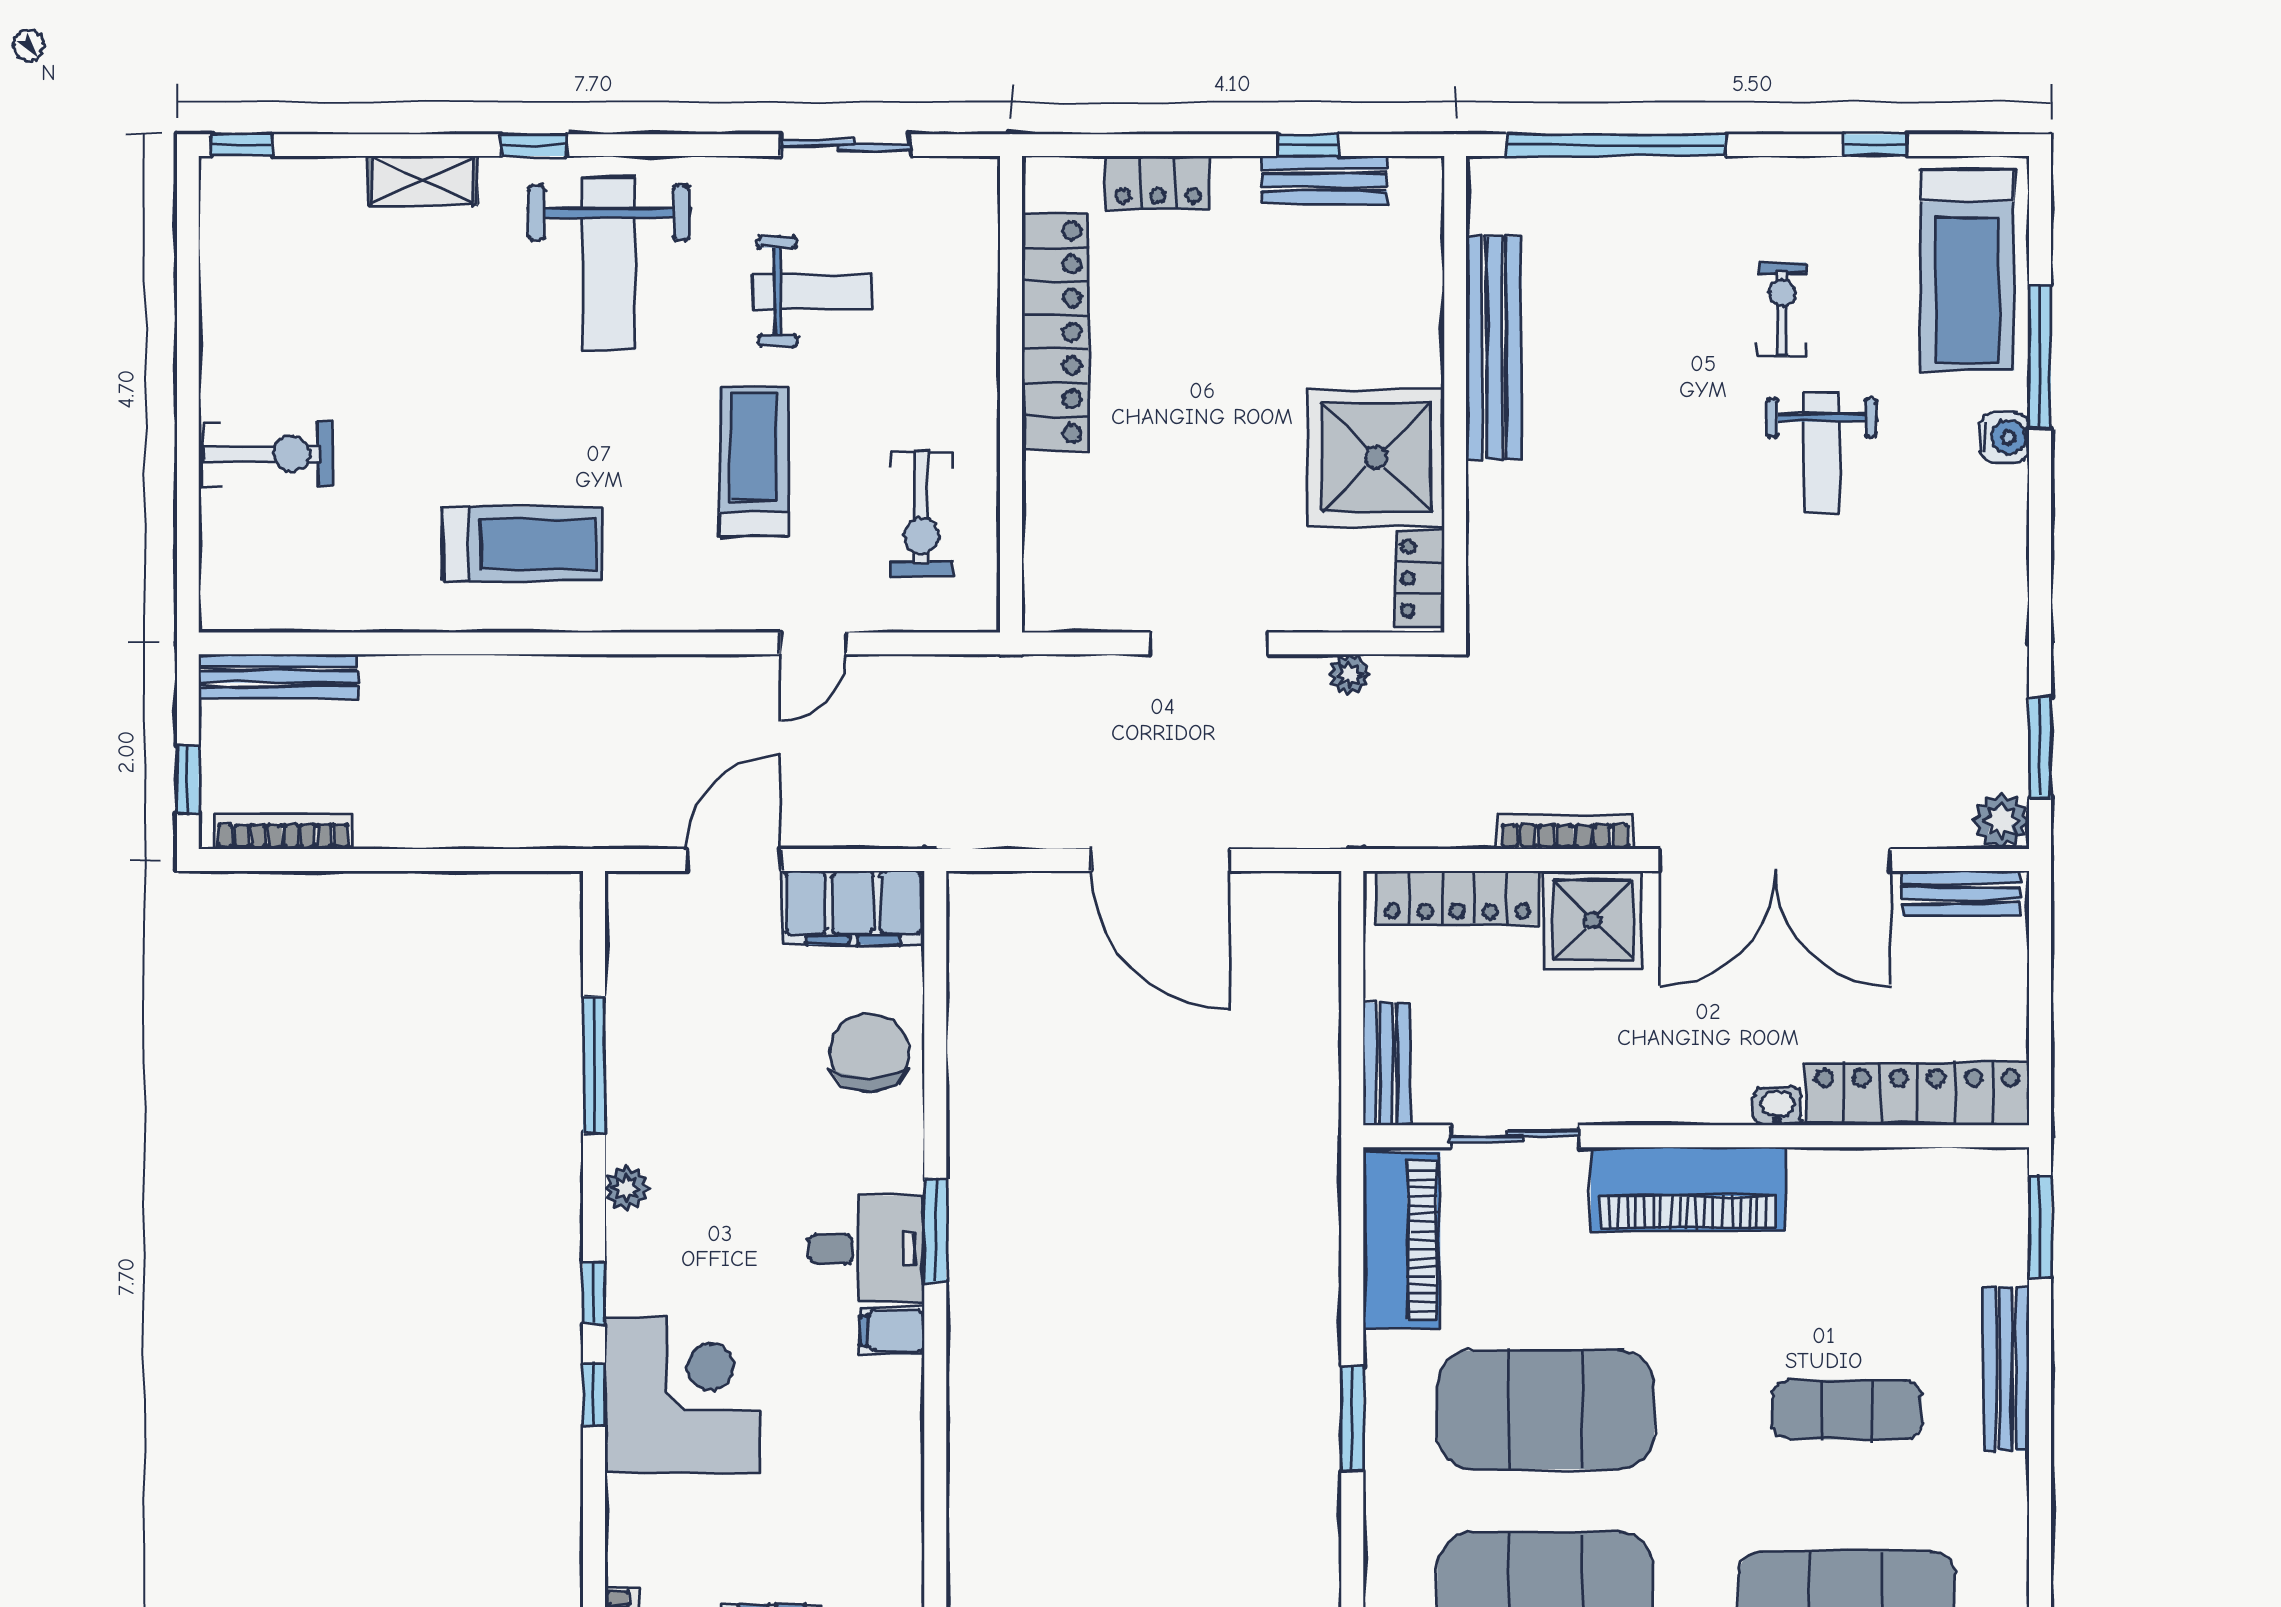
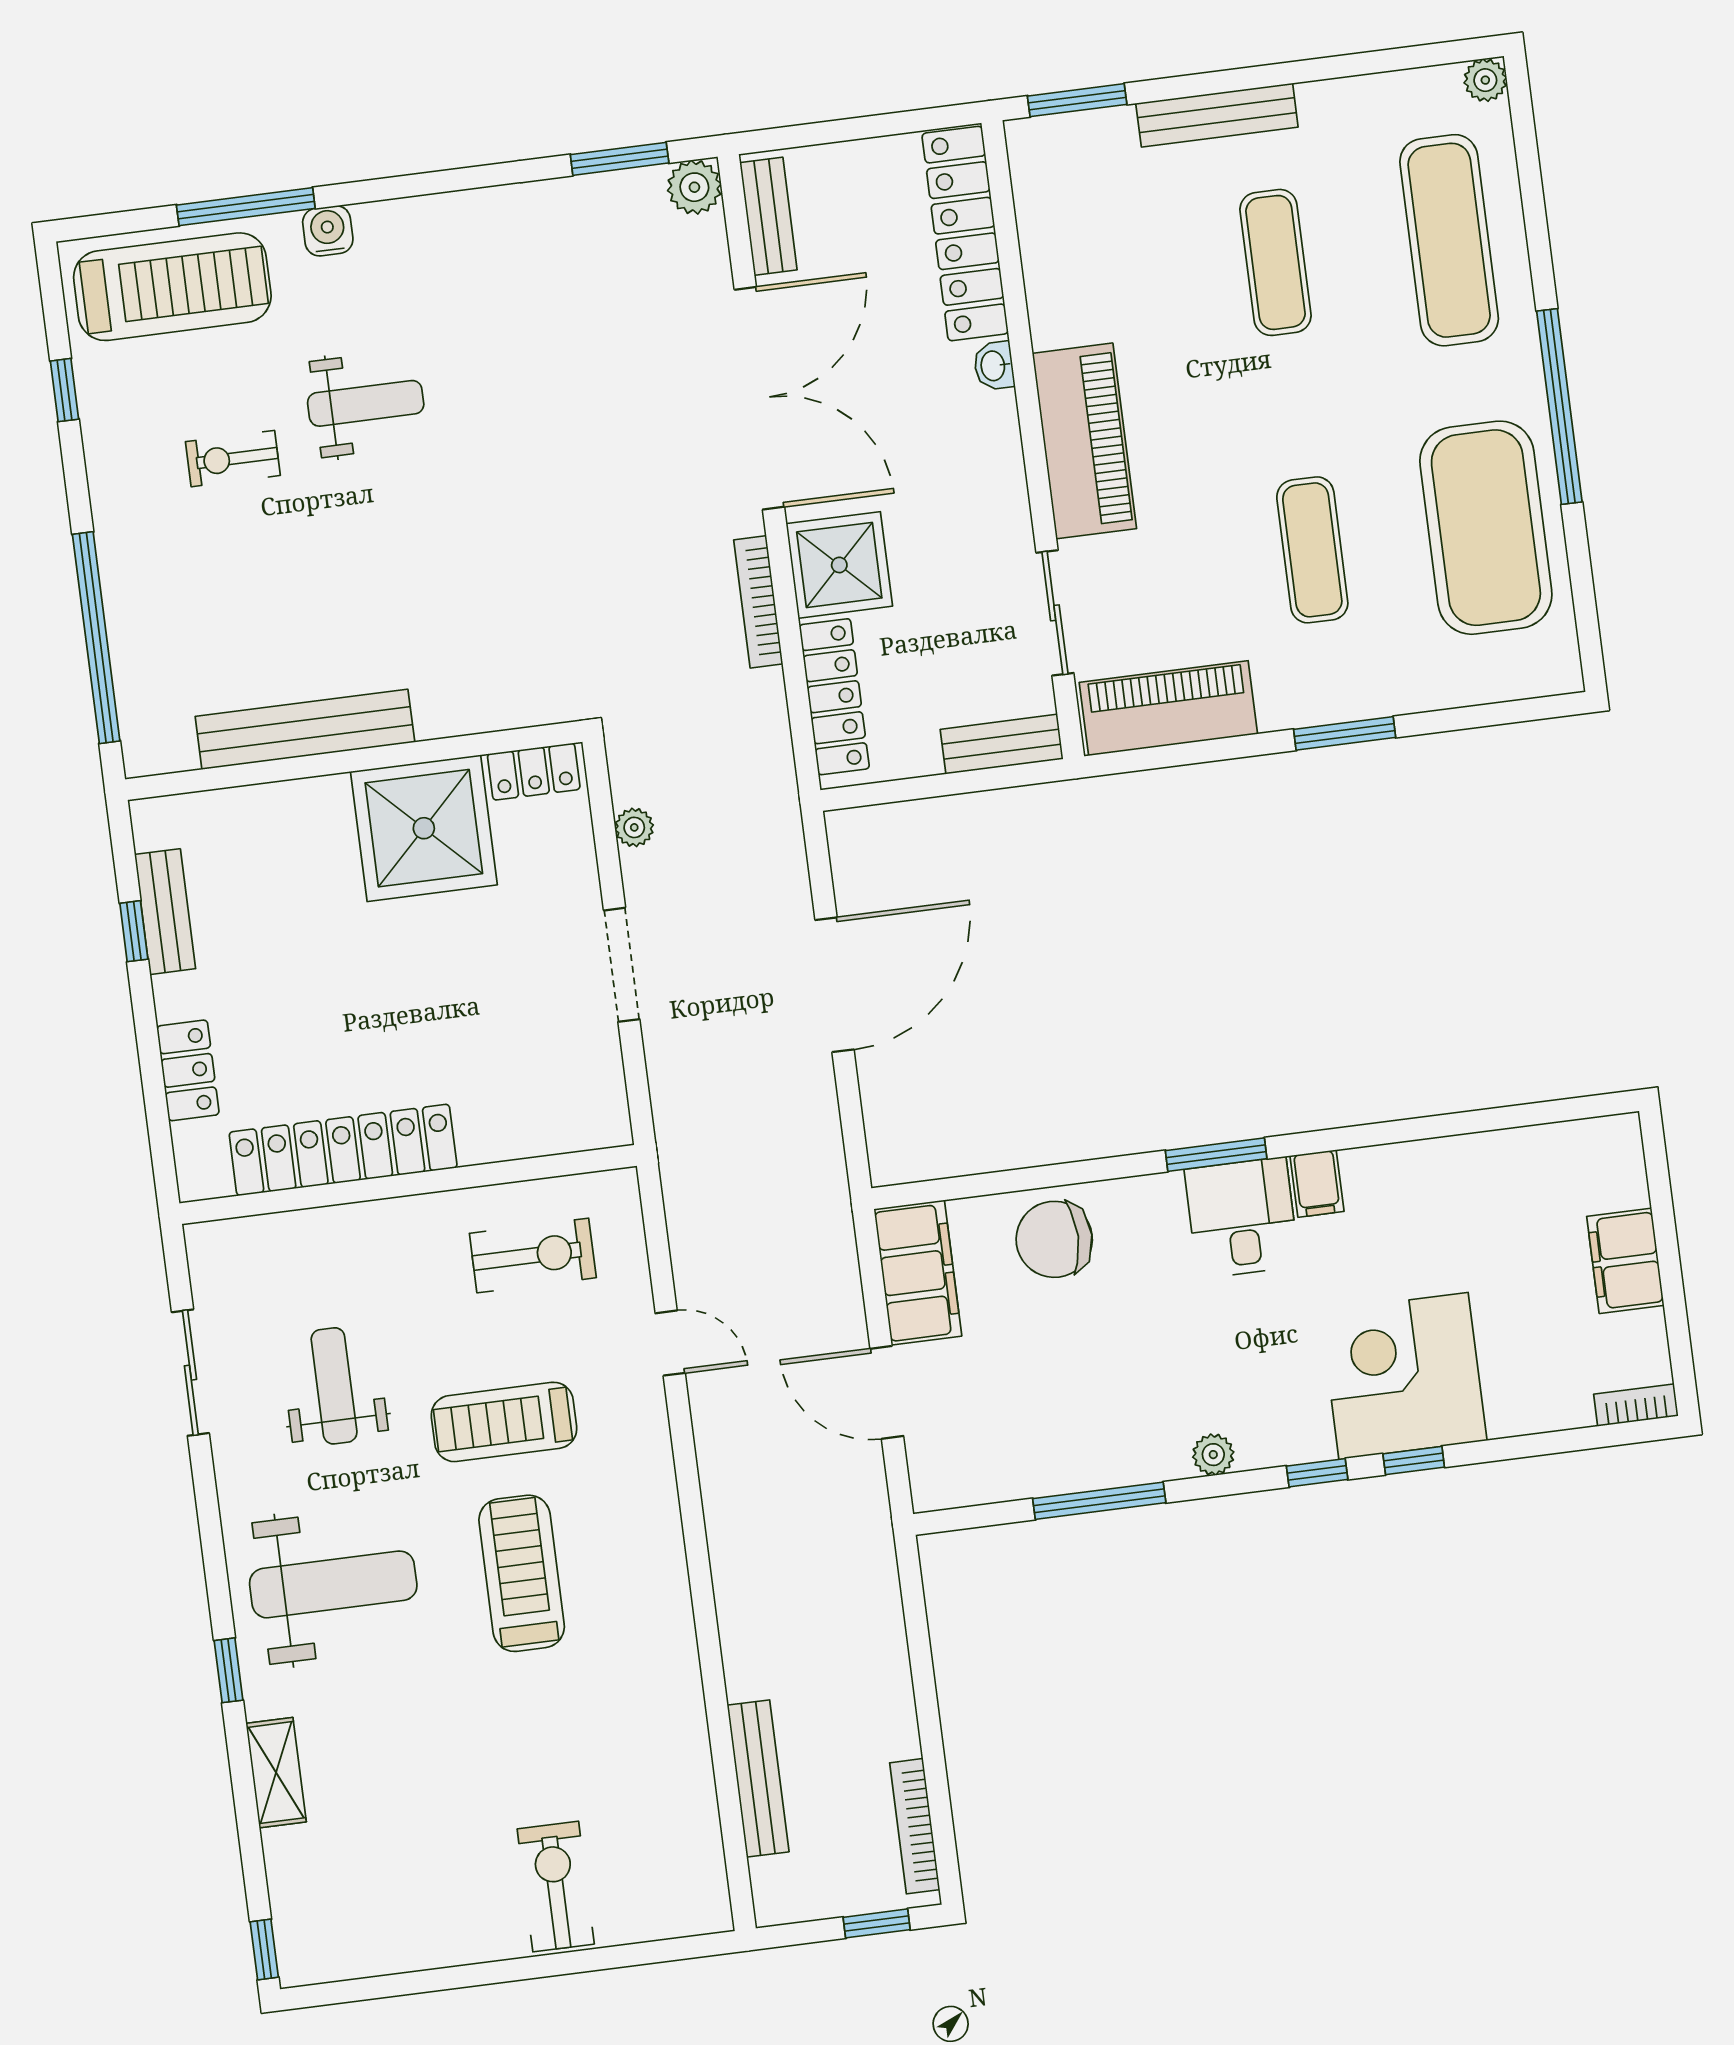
treadmill: (522, 544) -> (522, 1573), moved
bench: (278, 676) -> (758, 1779), moved
exercise mat: (1546, 1410) -> (1312, 550), width x0.50, depth x0.69

